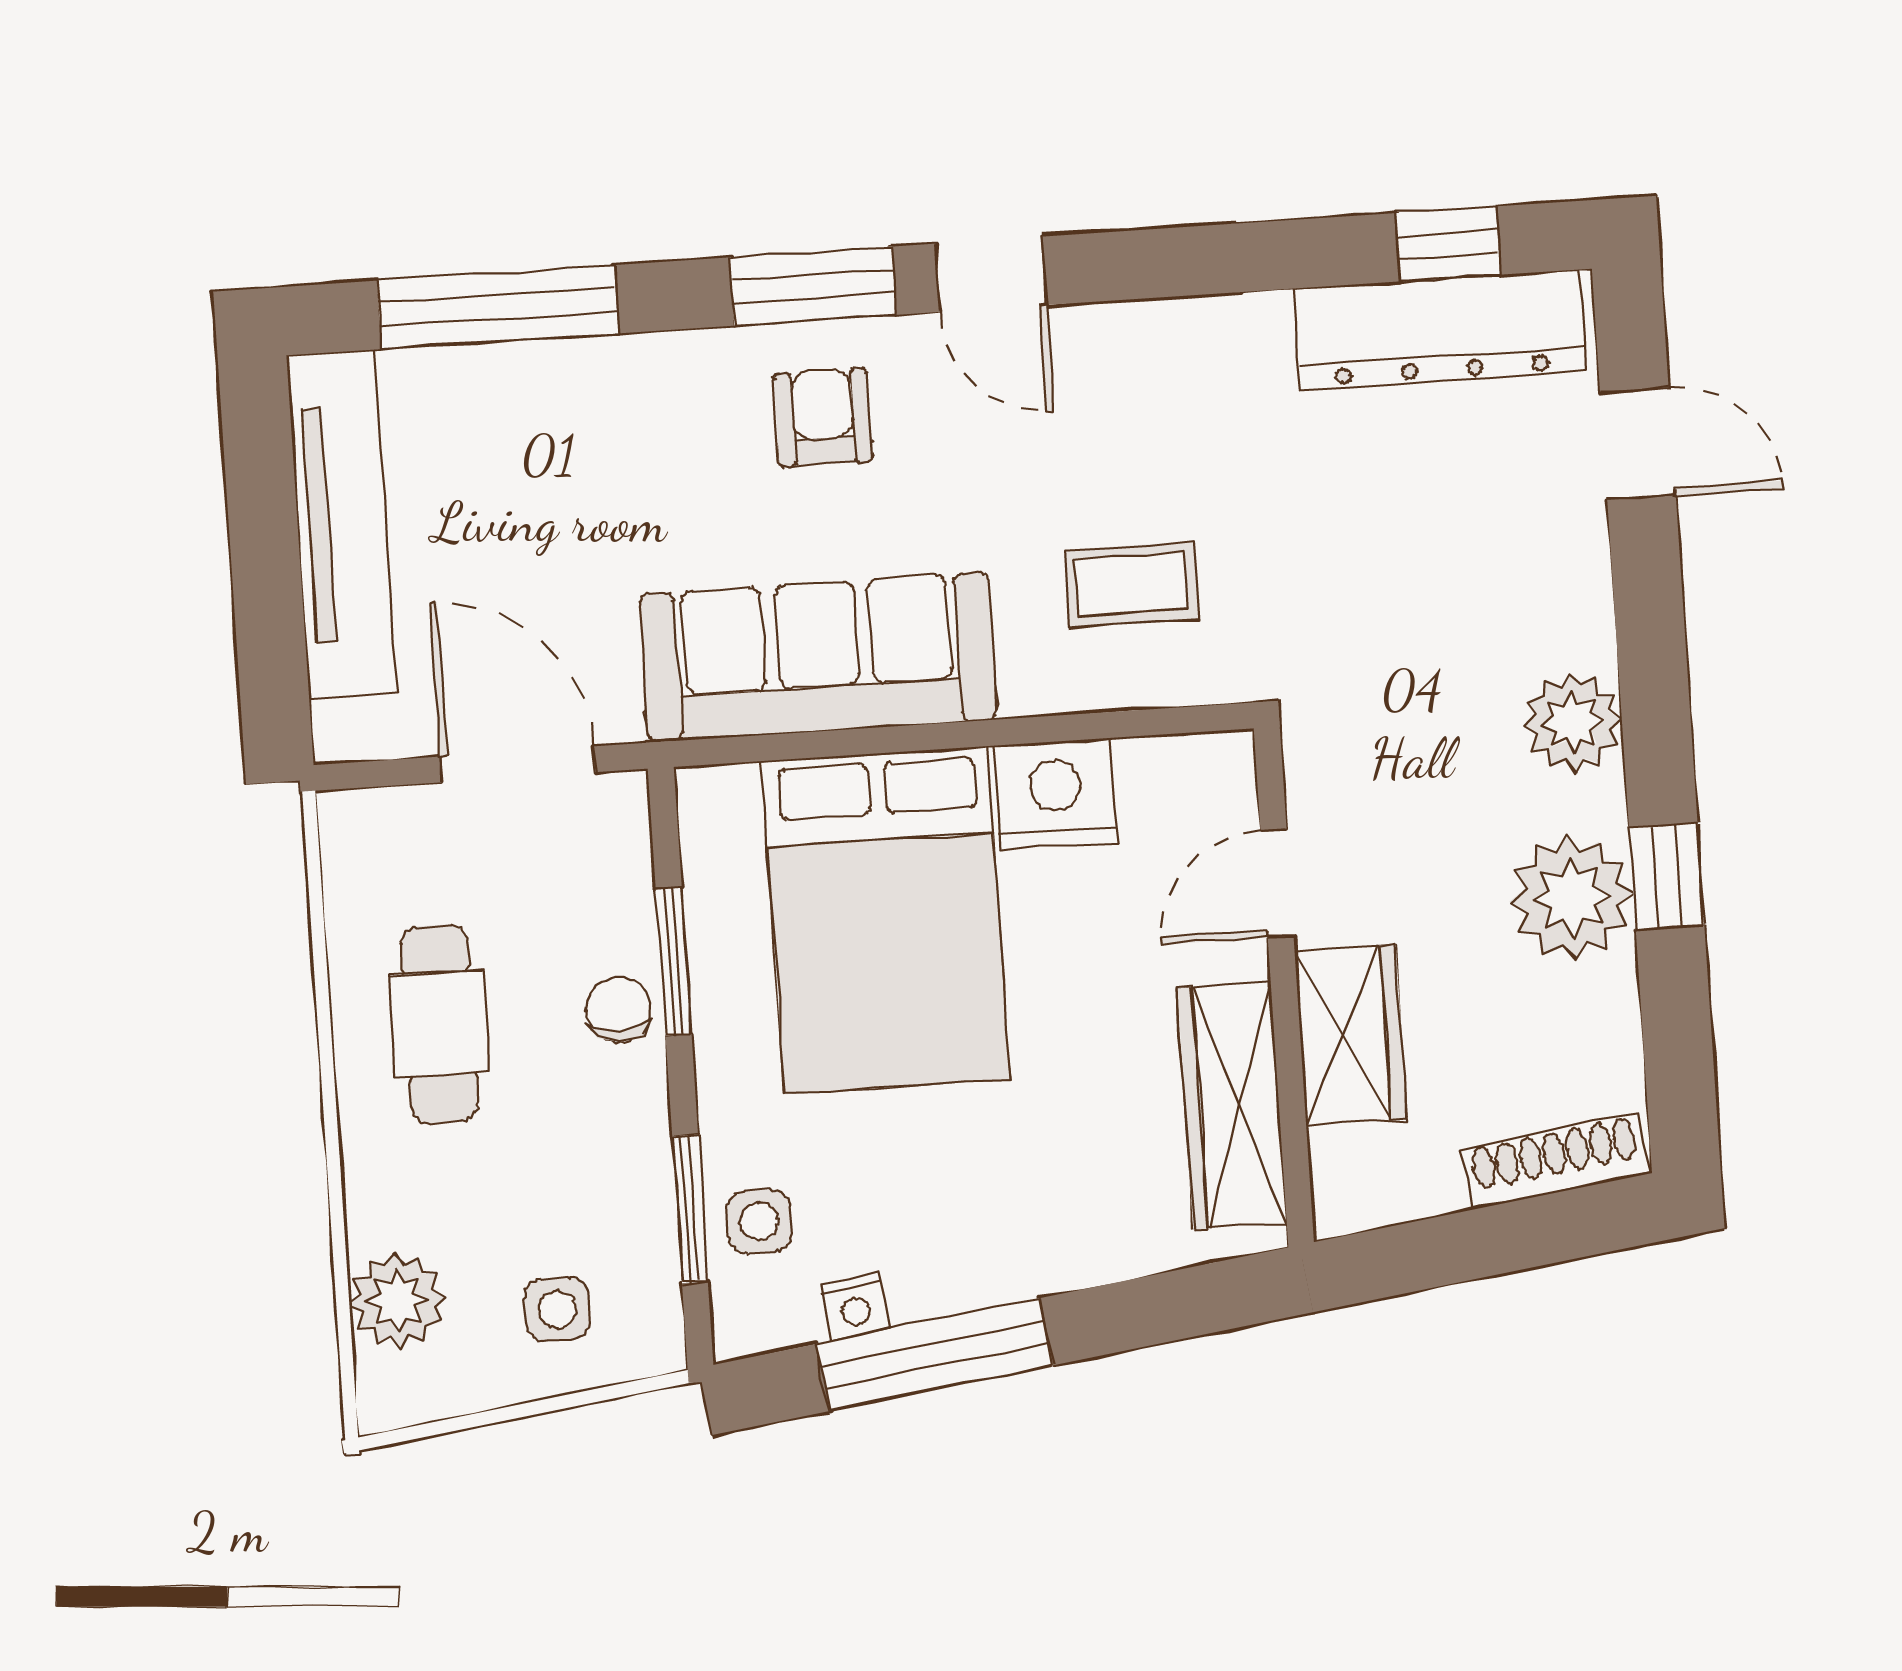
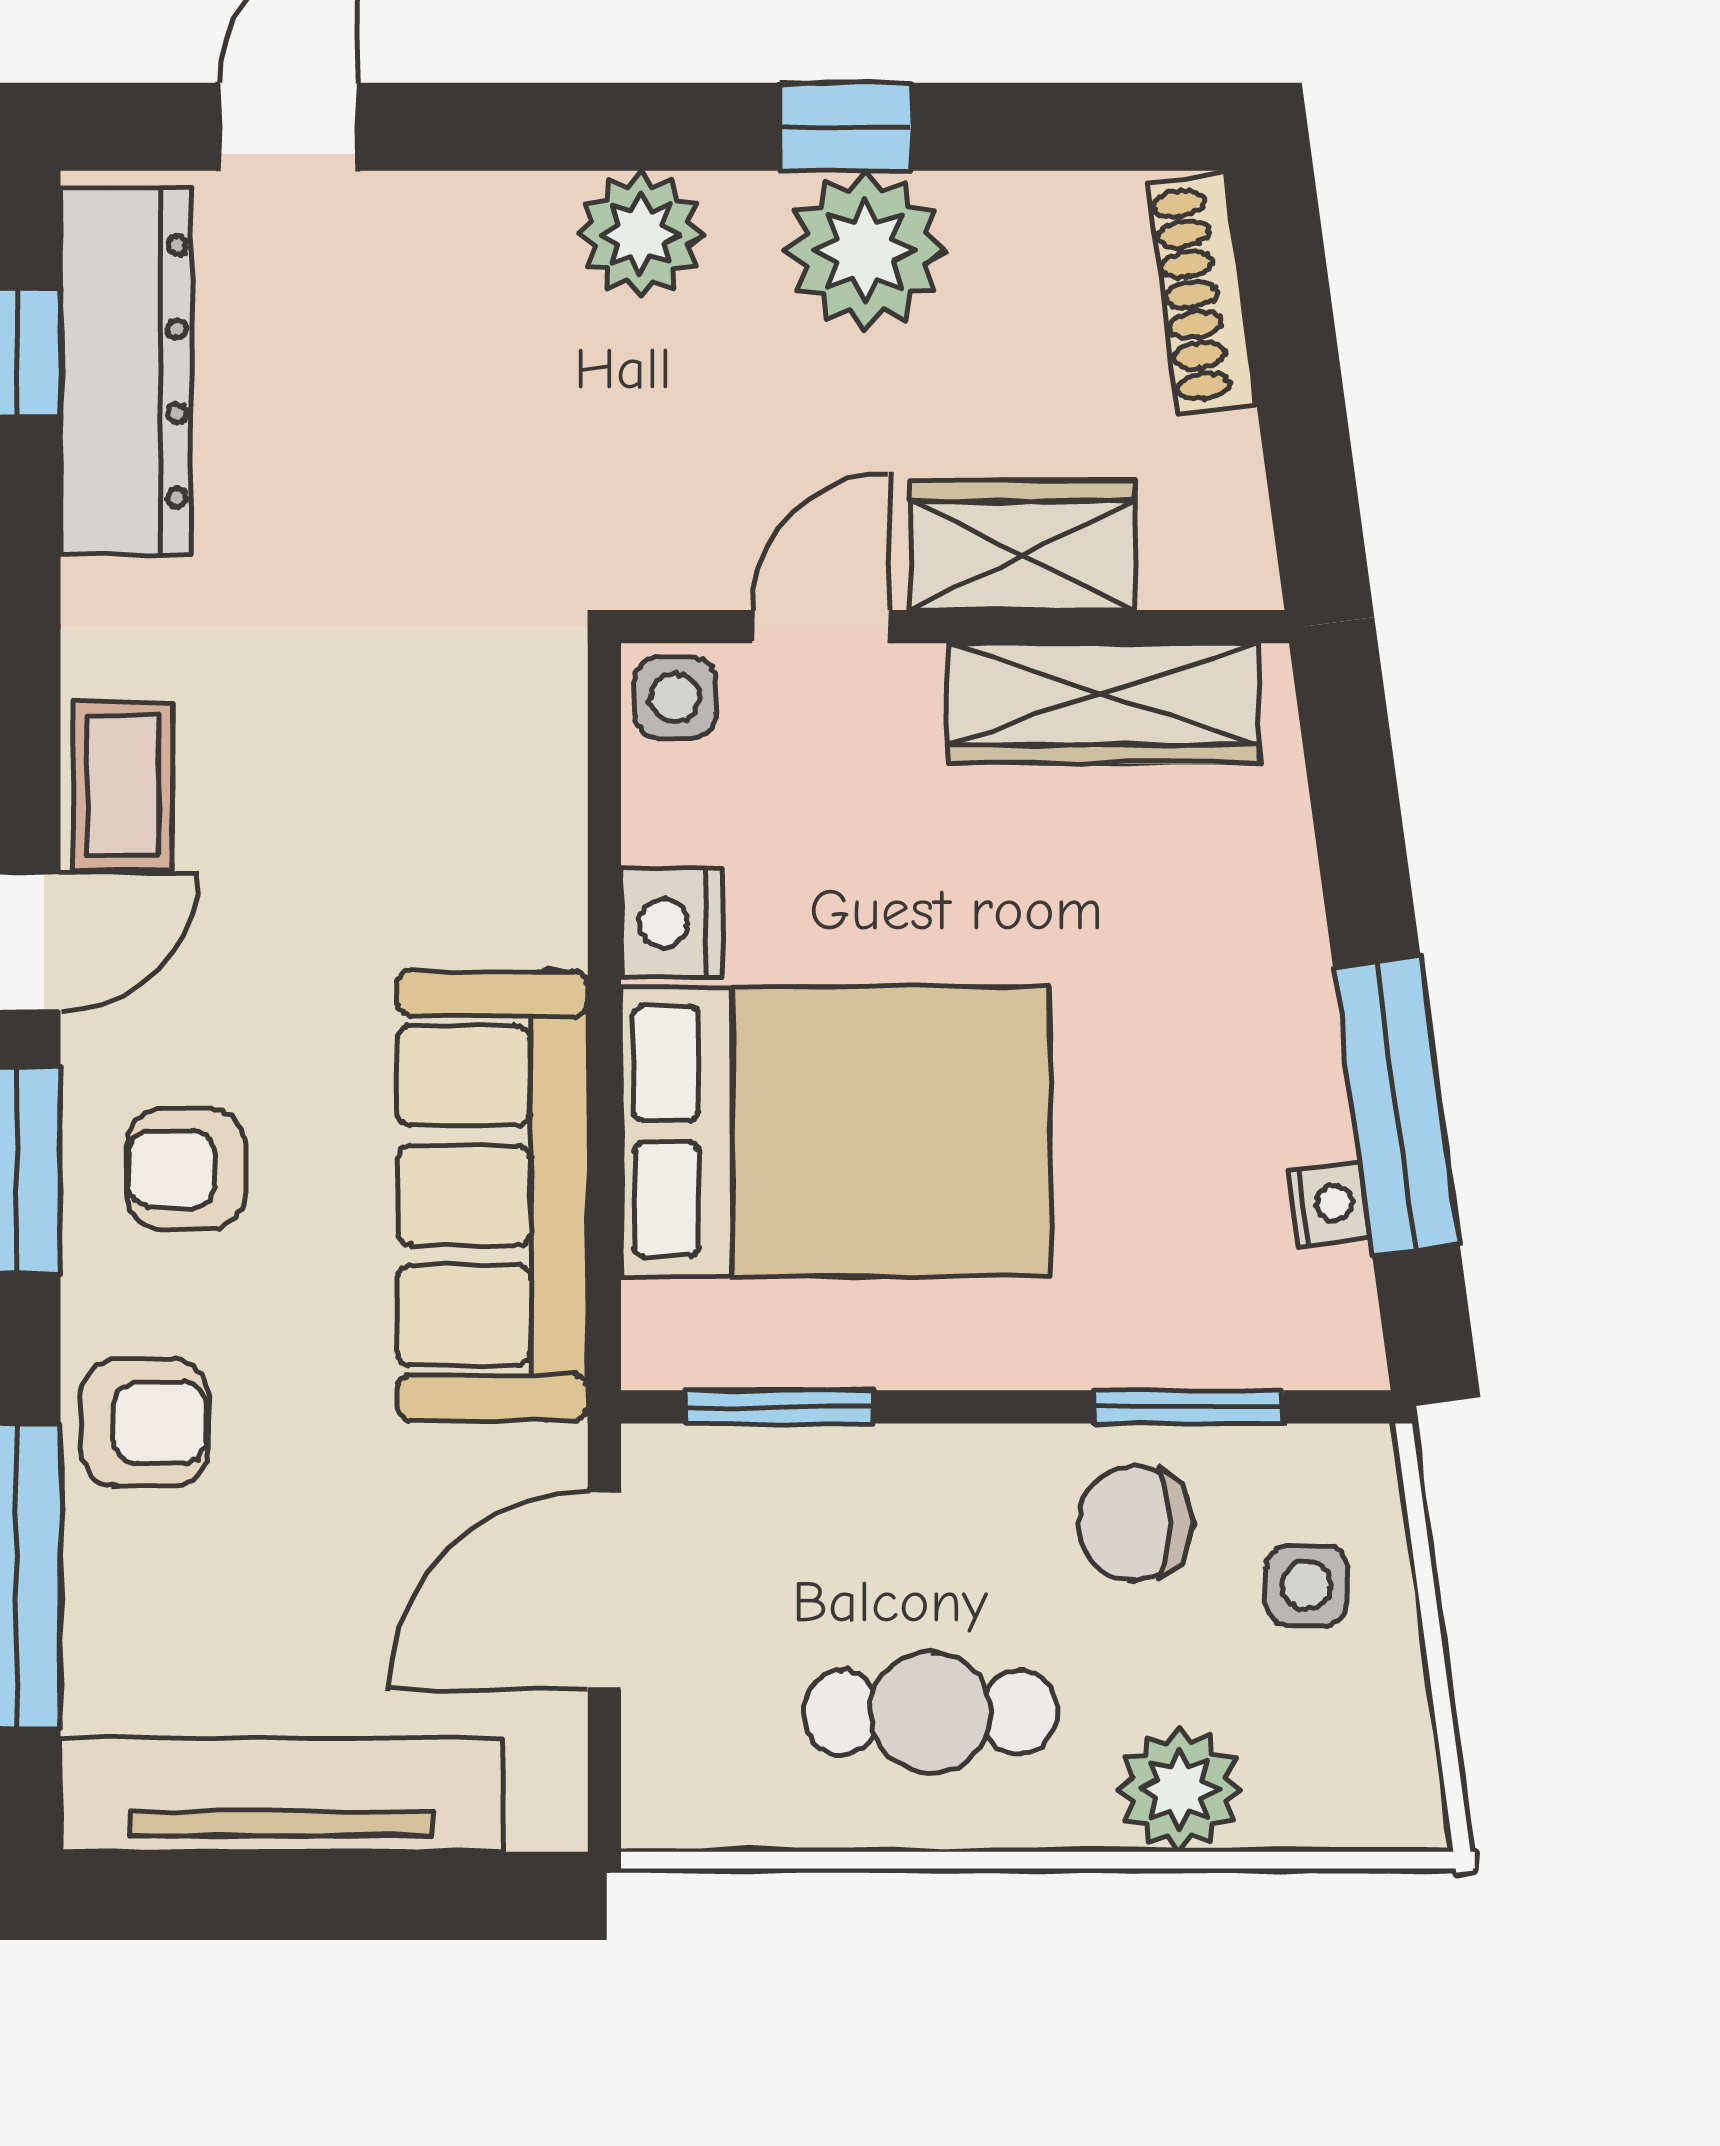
armchair: (624, 399) -> (145, 1423), added
coffee table: (1132, 584) -> (123, 785), moved
nightstand: (1056, 794) -> (671, 923), width x0.74, depth x0.75
door: (1277, 883) -> (821, 627), swing flipped
window: (674, 962) -> (780, 1407), moved
chair: (618, 1009) -> (1135, 1523), moved, width x1.37, depth x1.37
side table: (759, 1222) -> (675, 698), moved
plant: (398, 1301) -> (1179, 1790), moved

